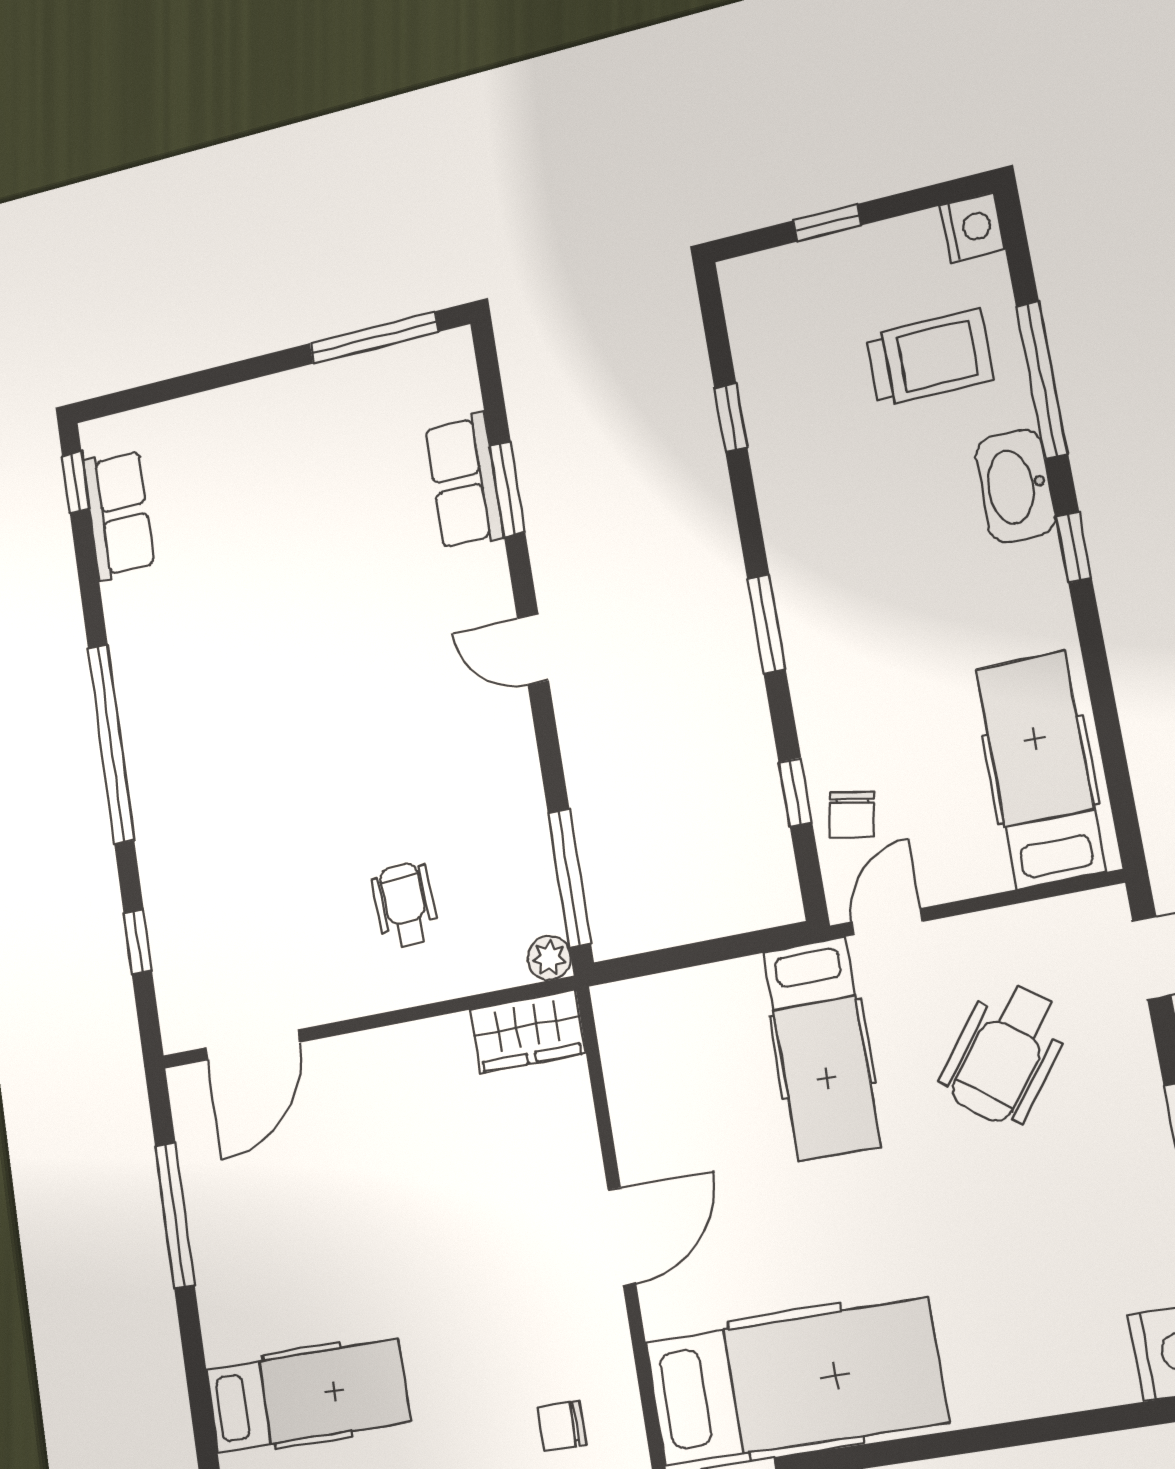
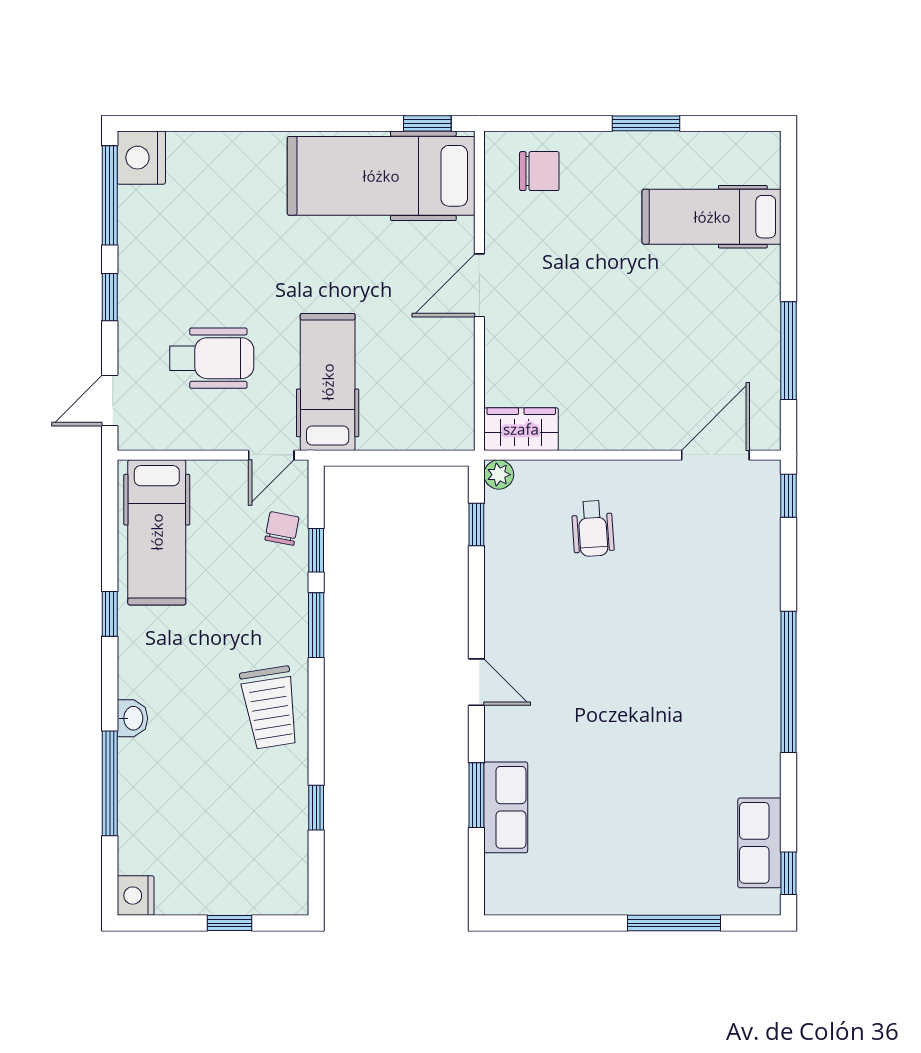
window: (374, 338) -> (674, 923), moved
trolley: (929, 358) -> (270, 708), moved, turned -99
washbasin: (1015, 486) -> (132, 718), width x0.52, depth x0.69
window: (1074, 547) -> (110, 614), moved
window: (766, 624) -> (316, 625), moved
window: (569, 878) -> (476, 524), width x0.46
window: (138, 942) -> (789, 496), moved
wheelchair: (1005, 1053) -> (212, 358), turned 53
chair: (562, 1426) -> (539, 171), width x1.37, depth x1.37

